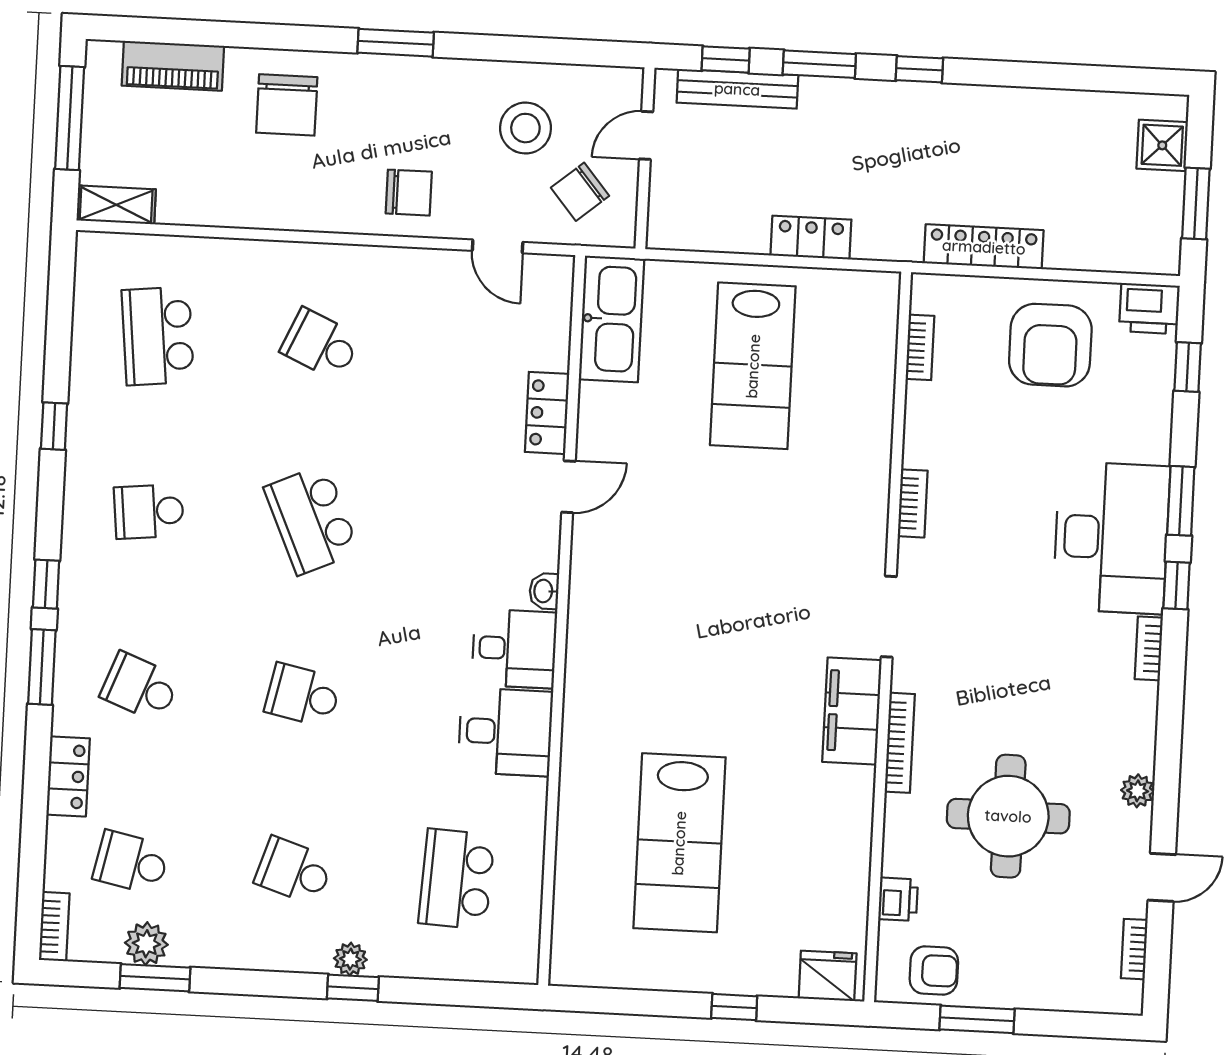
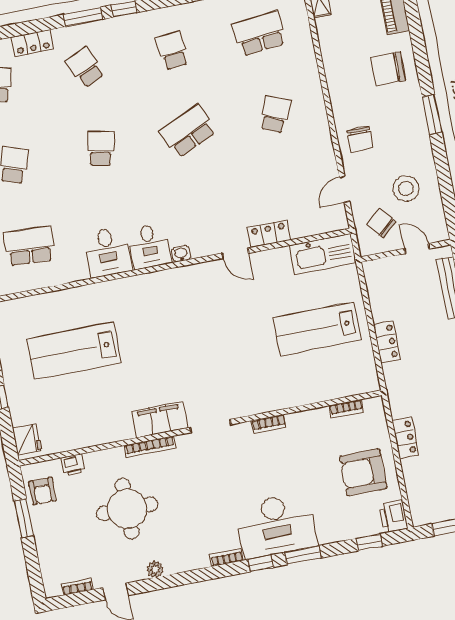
locker: (984, 247) -> (405, 438), width x0.66
school desk: (140, 687) -> (85, 67), turned -45

